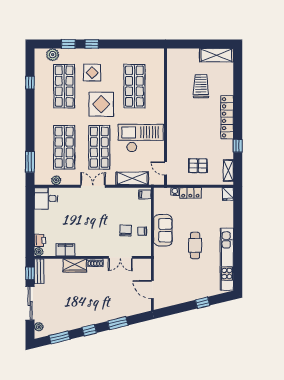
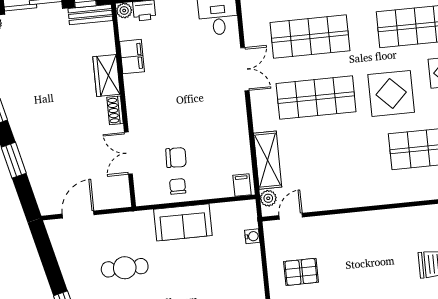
checkout: (141, 138) -> (339, 168), removed
pallet: (198, 166) -> (301, 272), turned 90
plant: (56, 180) -> (268, 198), moved
double door: (93, 186) -> (245, 69), moved
locker: (190, 193) -> (252, 264), removed
cafe table: (195, 245) -> (125, 268), moved

